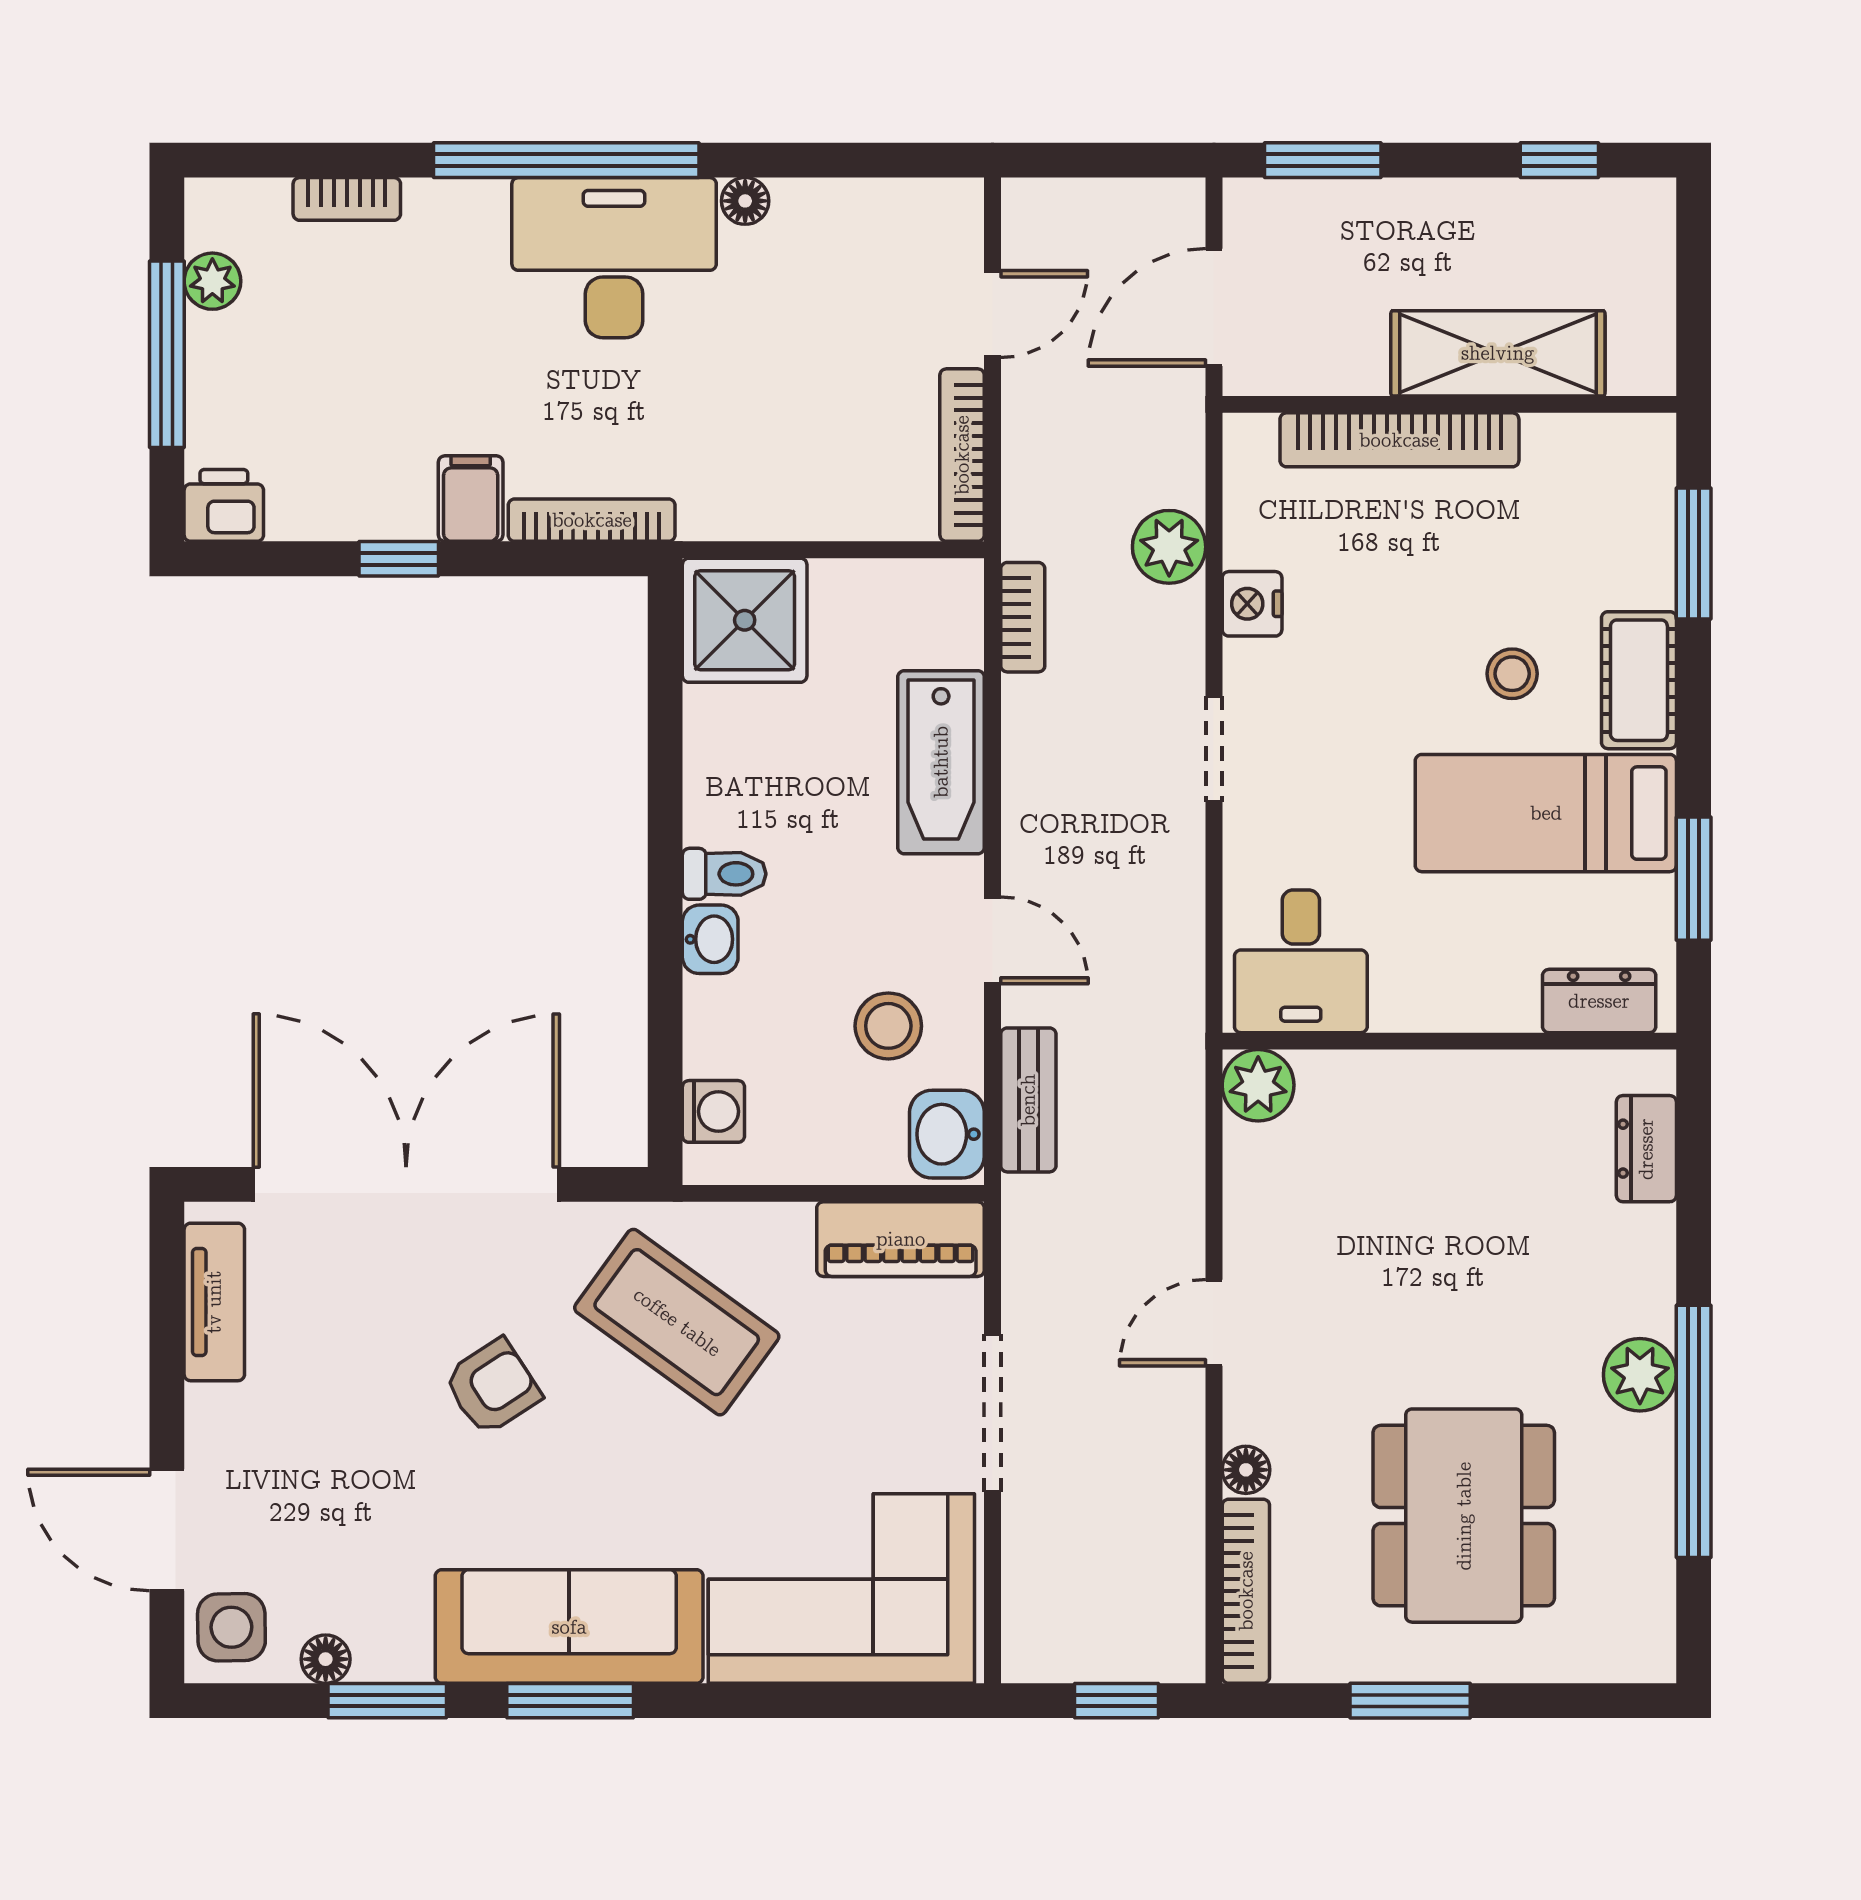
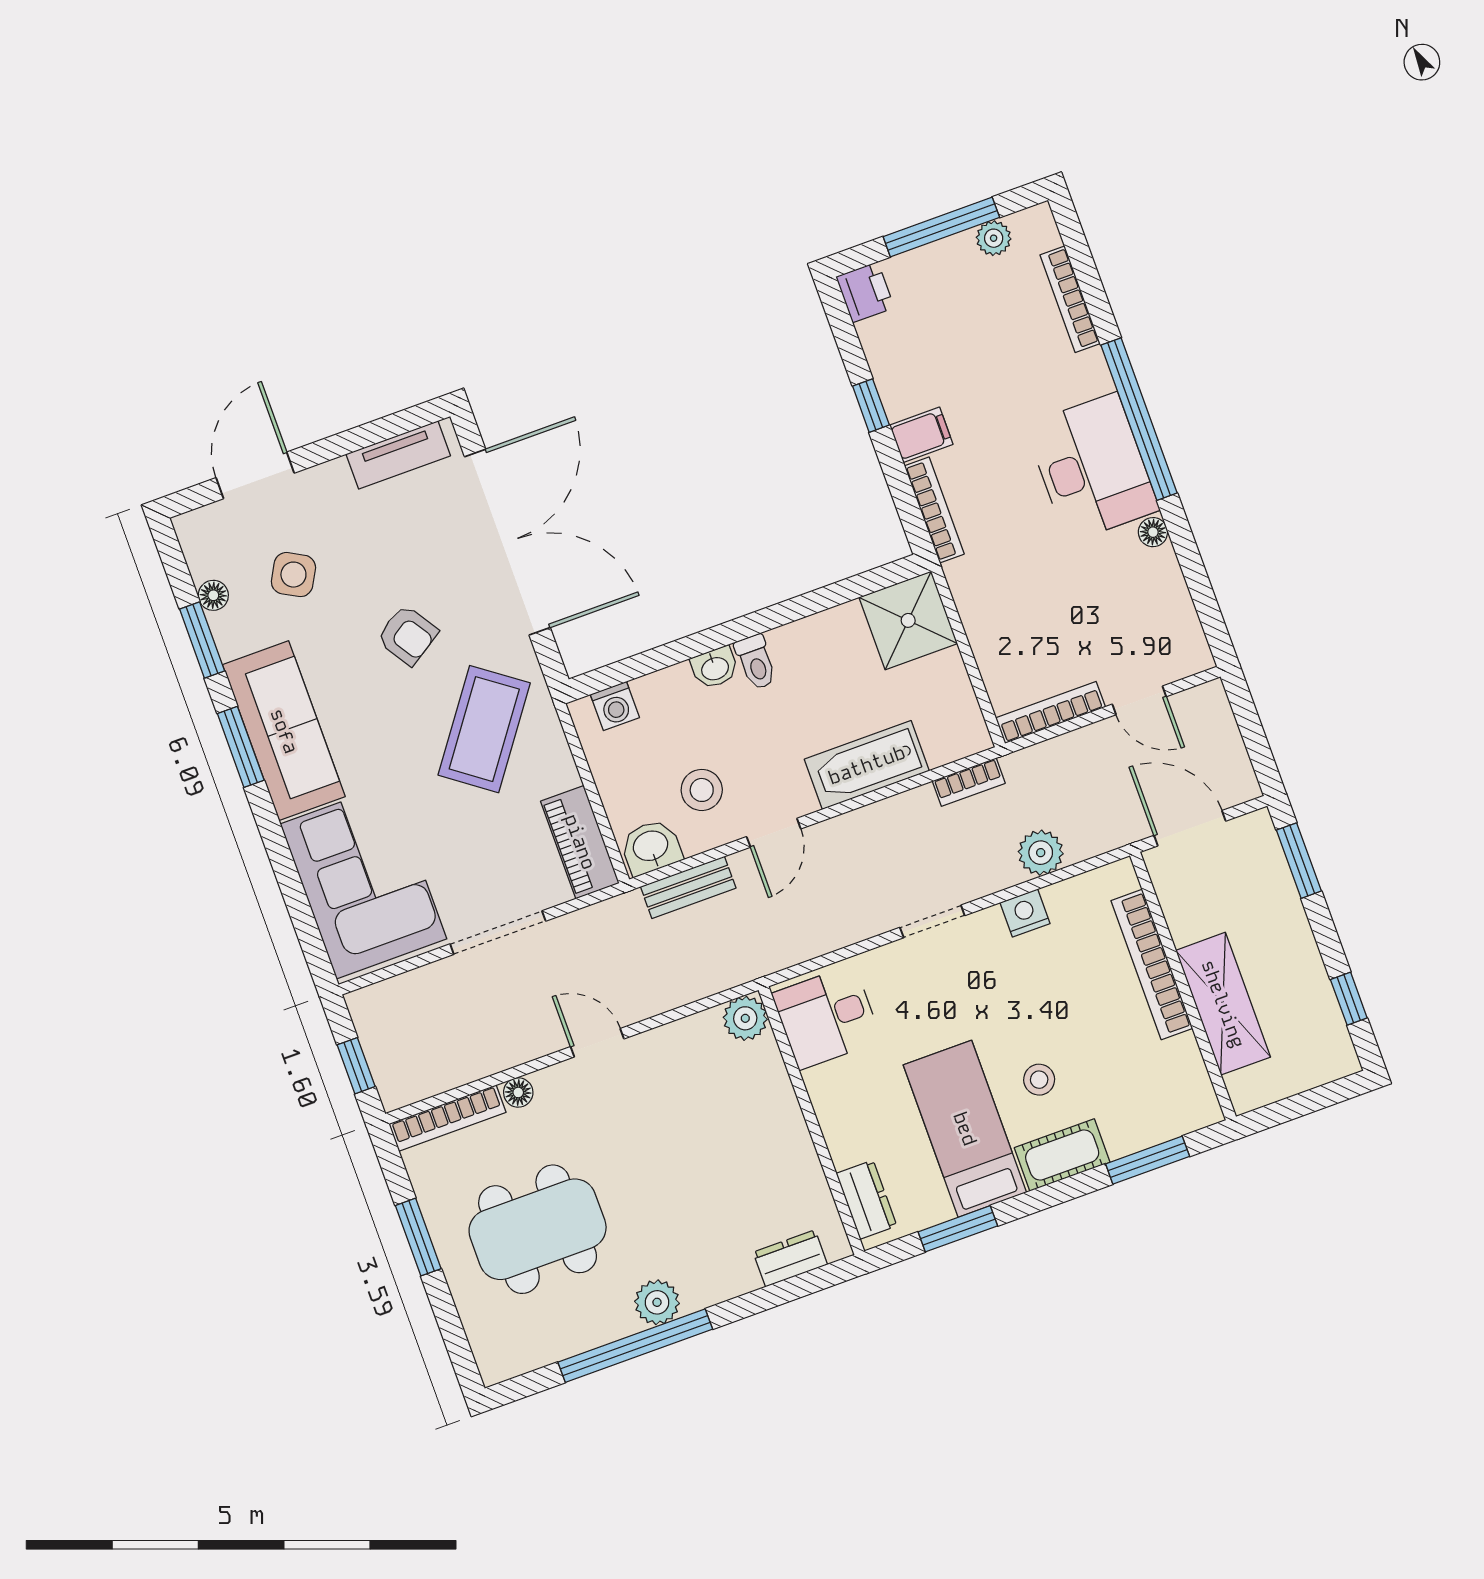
bookcase: (347, 199) -> (1070, 299), width x1.56
side table: (231, 1627) -> (293, 575), moved, turned 30

